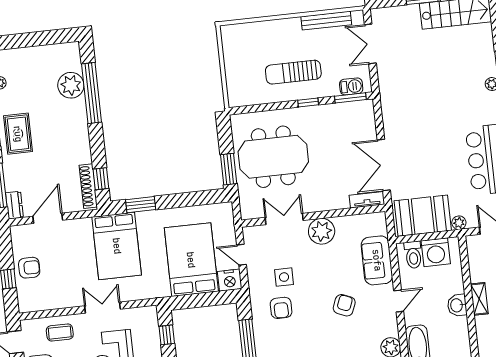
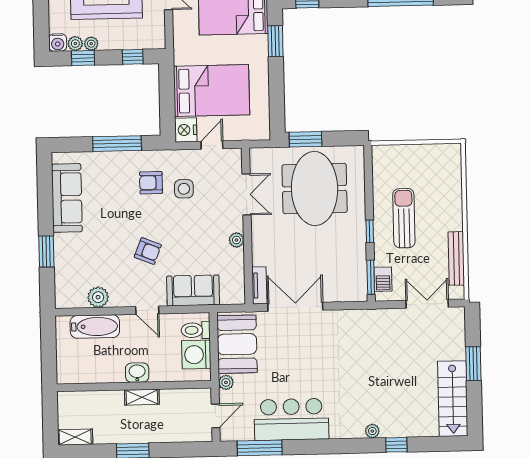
plant: (322, 231) -> (236, 240), width x0.53, depth x0.53

